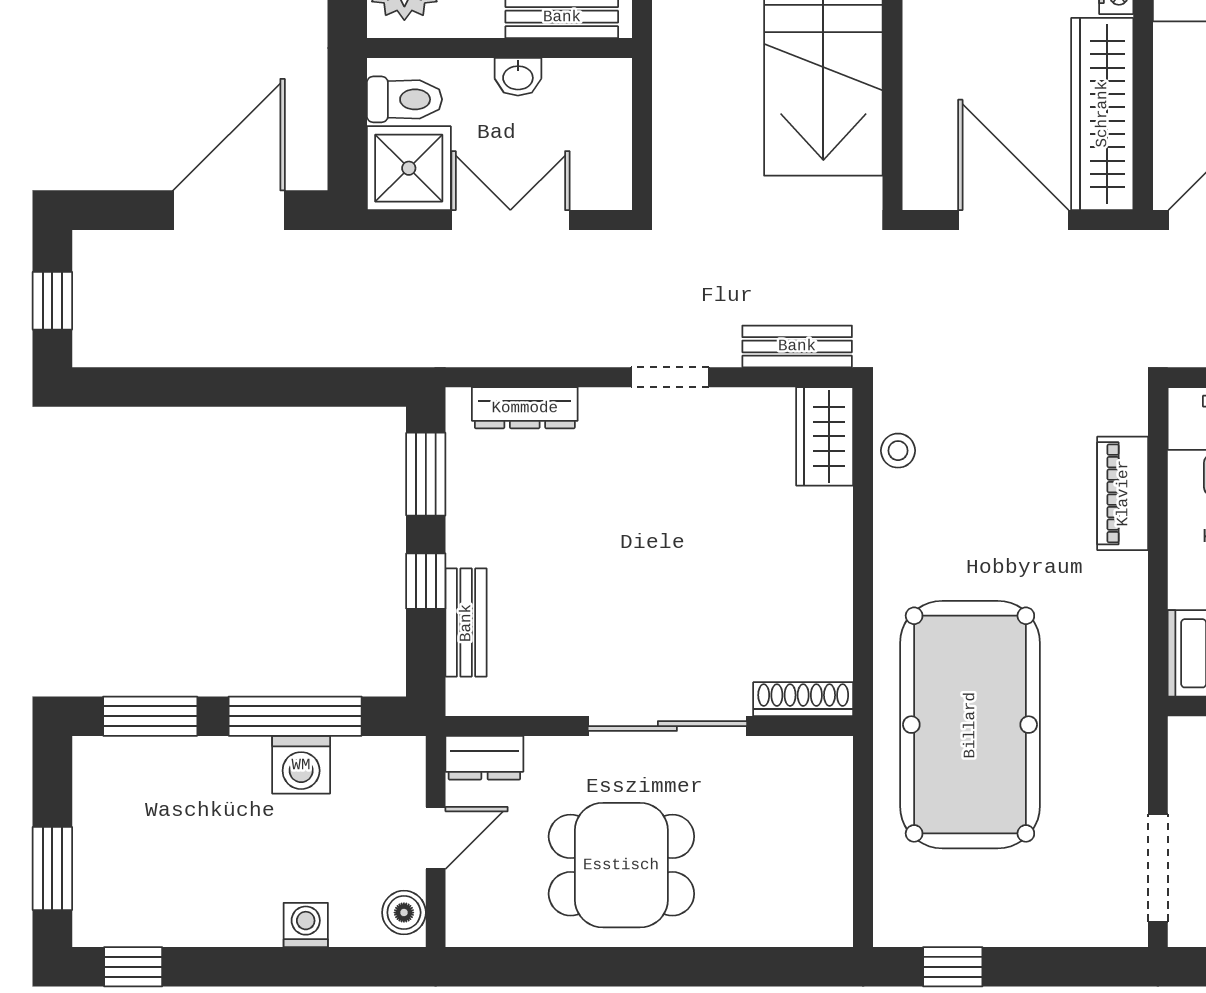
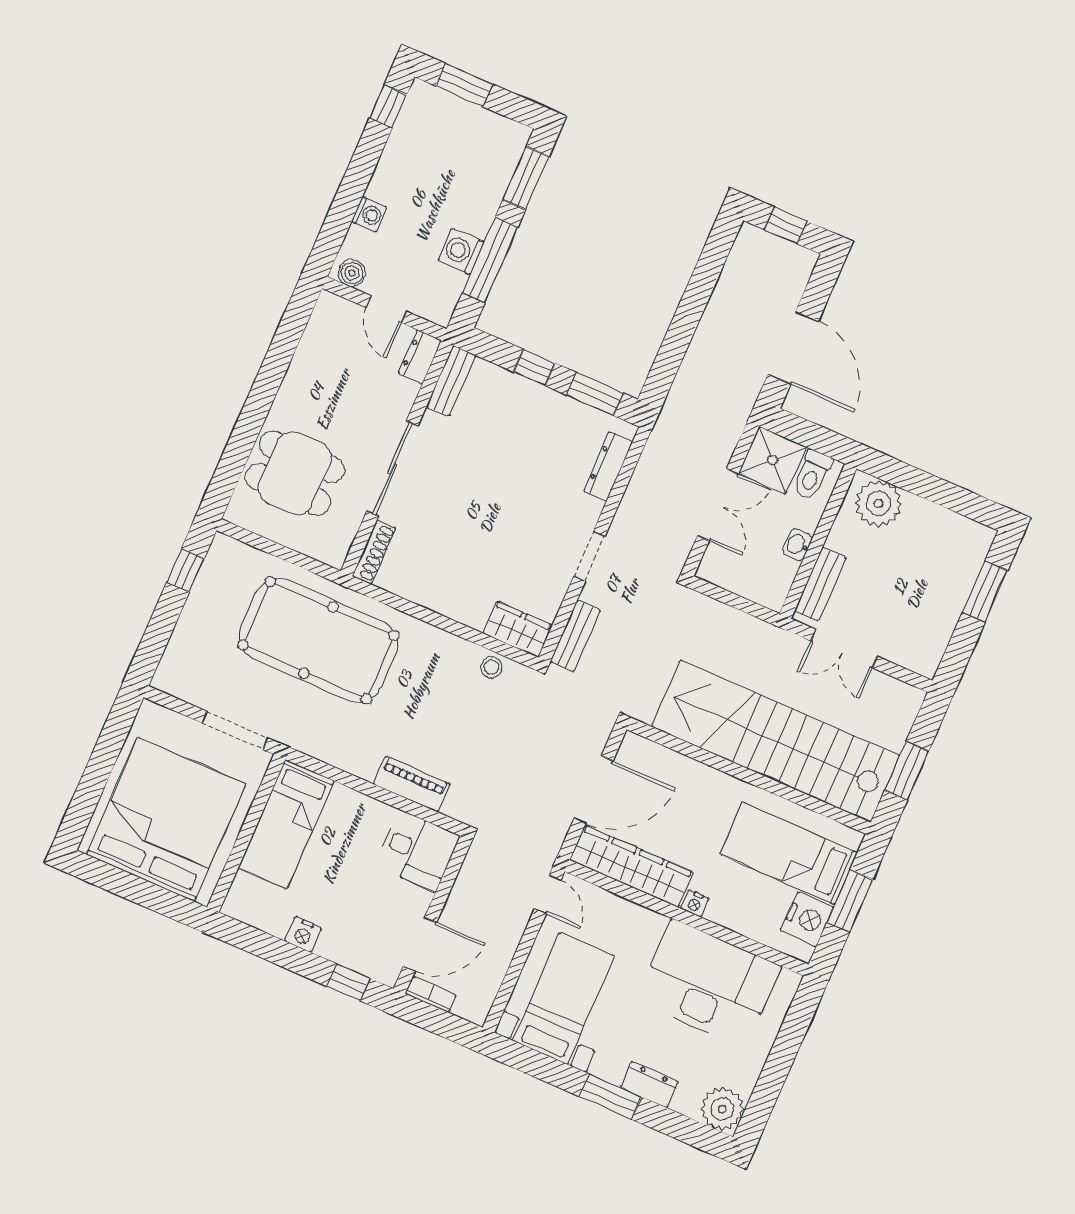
bench: (466, 623) -> (451, 381), moved, turned 90
dining table: (621, 865) -> (295, 473), moved, turned 90
doorway: (1158, 868) -> (235, 731), moved

